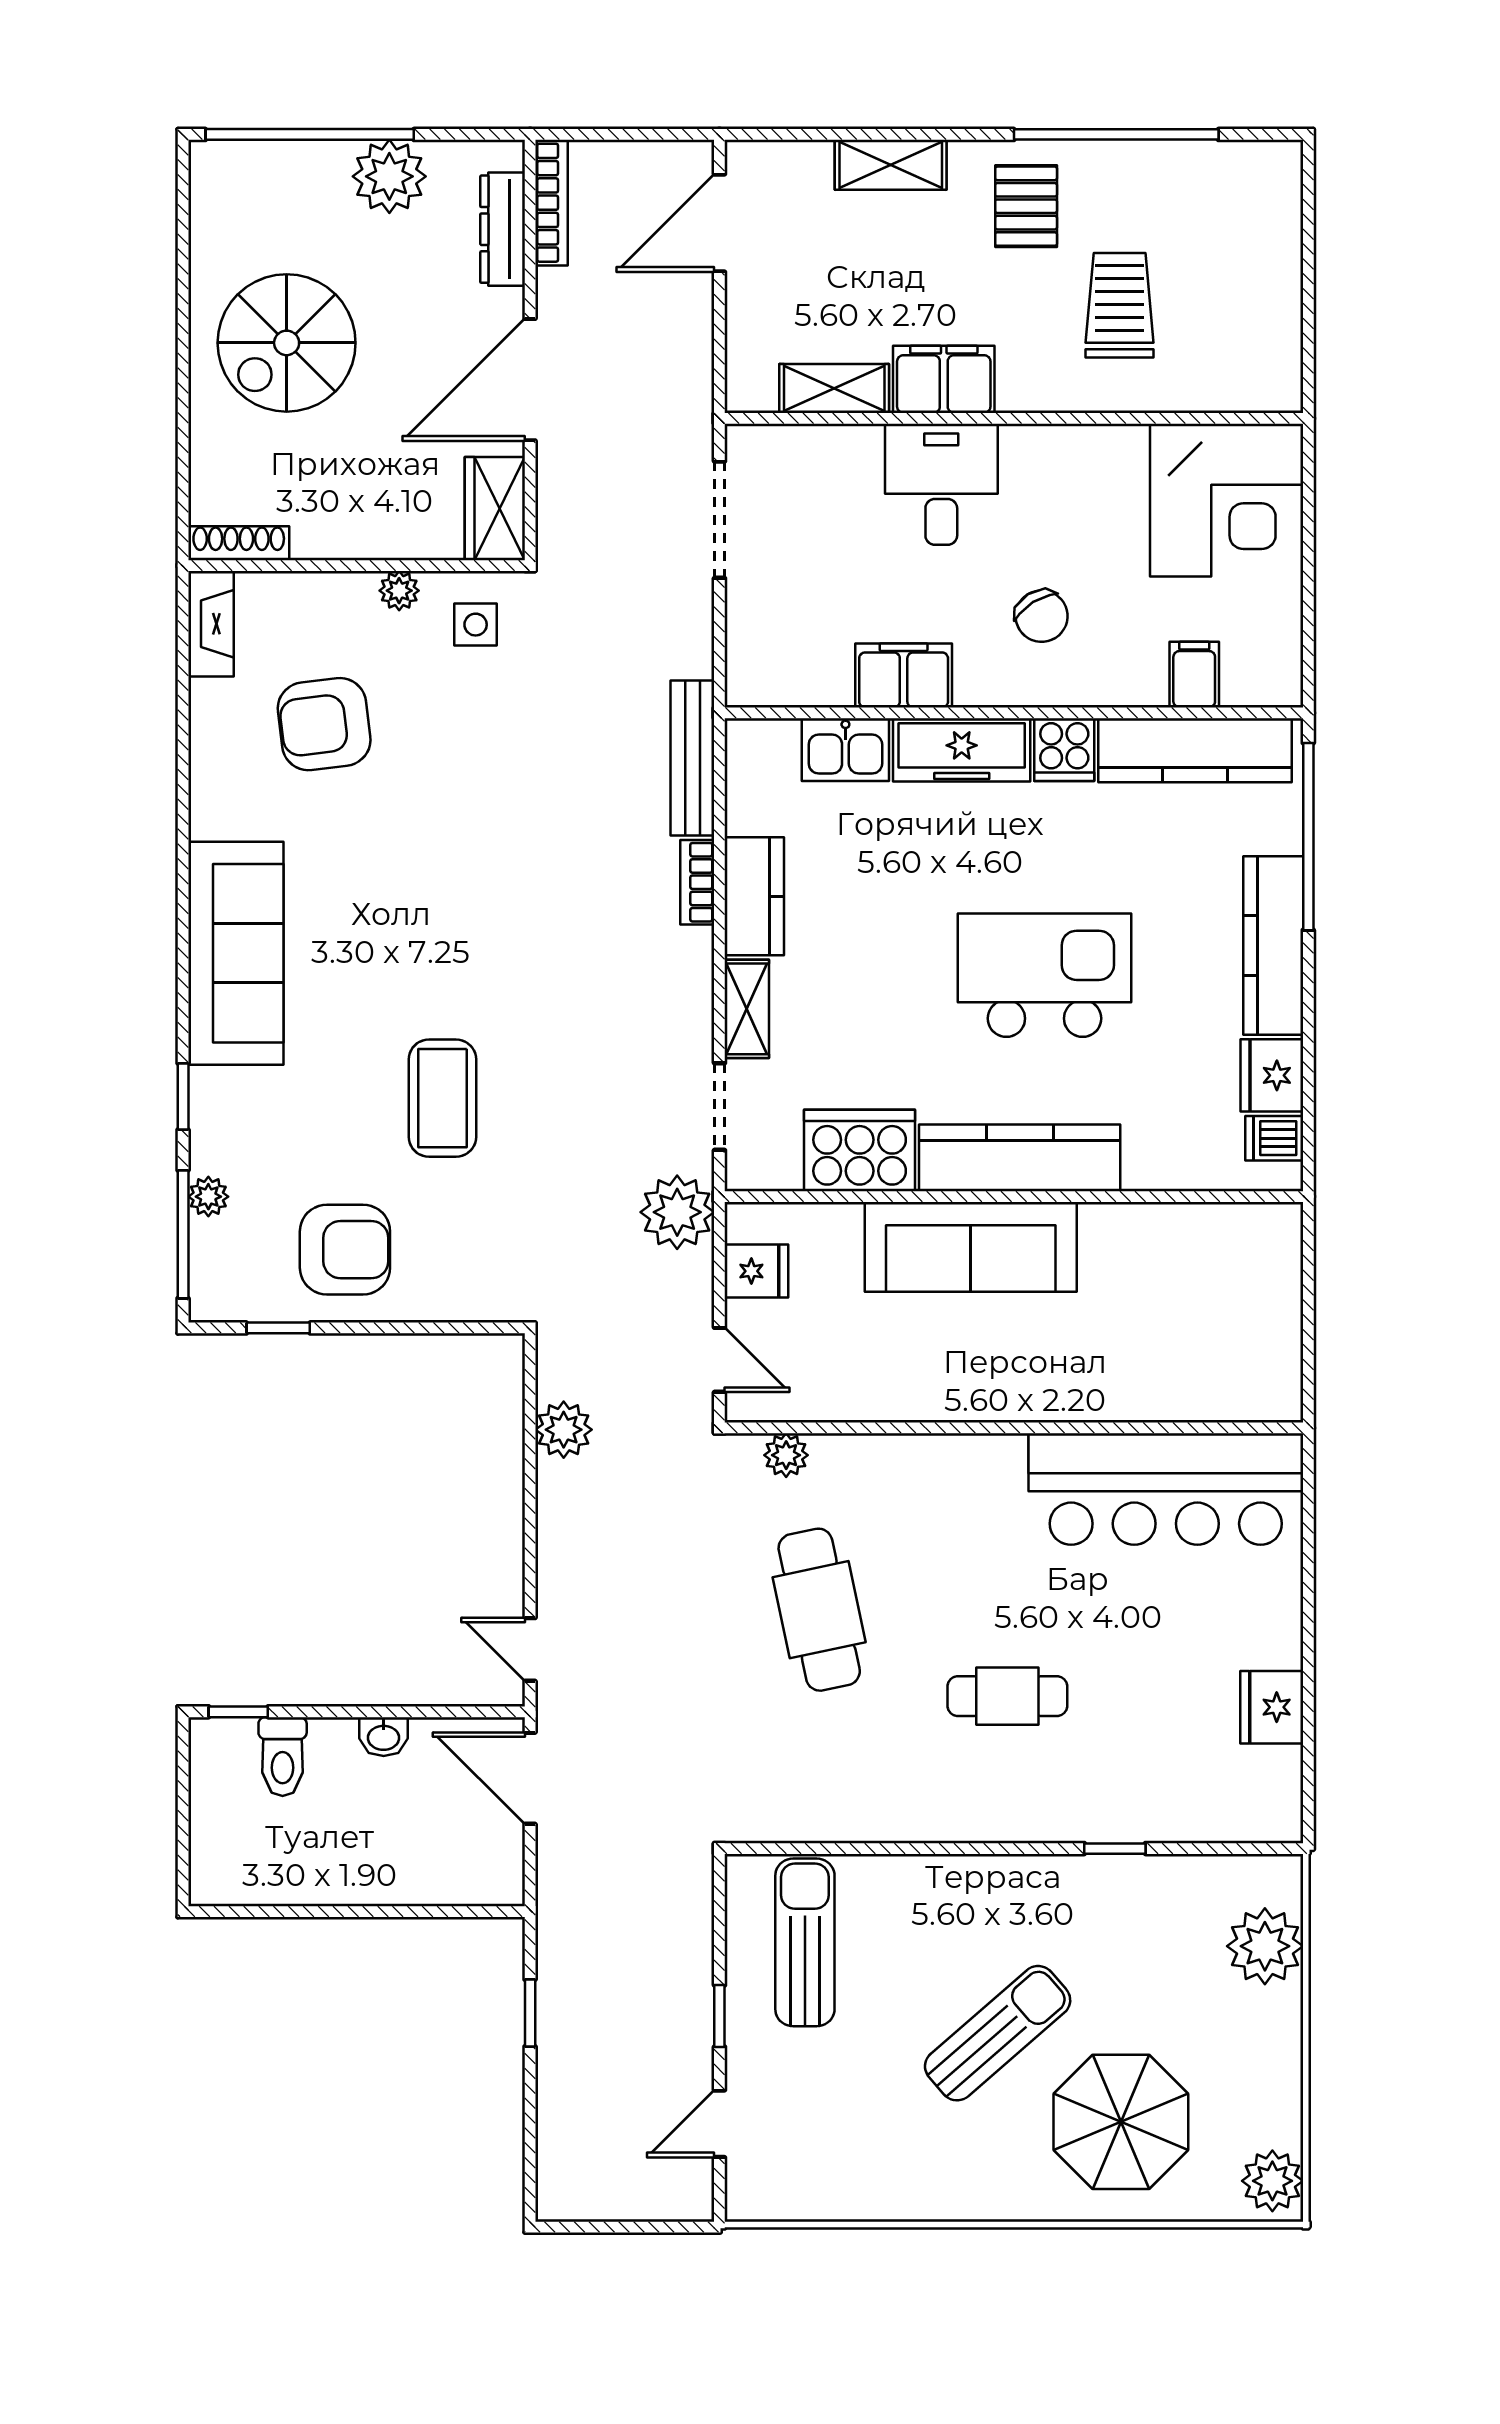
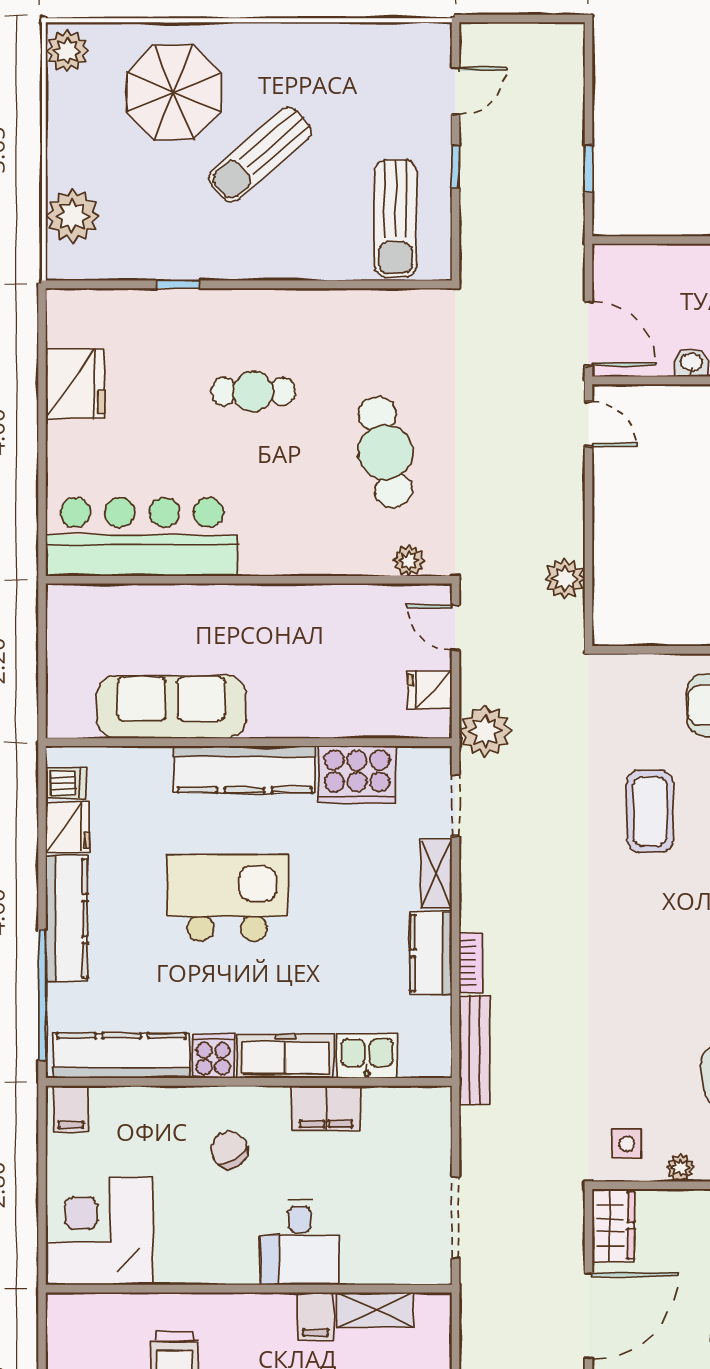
filing cabinet: (944, 379) -> (316, 1316), width x0.50
filing cabinet: (1194, 675) -> (71, 1109), moved
kitchen island: (1045, 975) -> (227, 898), turned 180
sofa: (971, 1247) -> (171, 707), moved
fridge: (1272, 1707) -> (75, 384), width x1.36, depth x1.34

